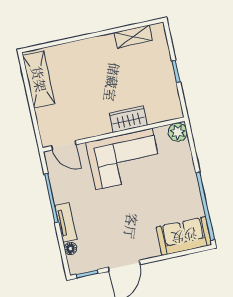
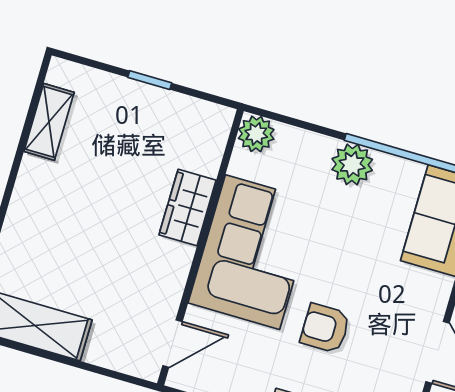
plant: (187, 182) -> (352, 164), added
armchair: (108, 210) -> (325, 328), added

